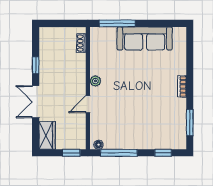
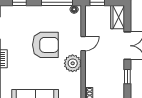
plant: (95, 81) -> (73, 63), width x1.88, depth x1.88
armchair: (132, 103) -> (45, 45), added

